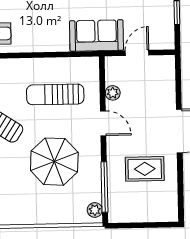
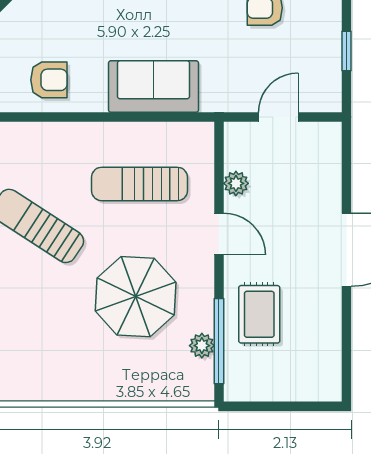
sofa: (97, 36) -> (154, 86), moved
rug: (145, 169) -> (259, 314), moved, turned 90
plant: (95, 210) -> (202, 346), moved

